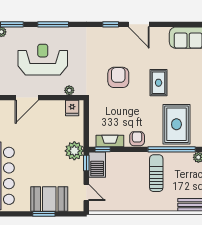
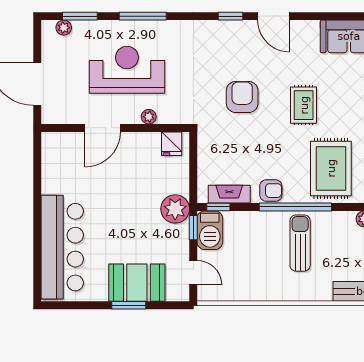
plant: (69, 90) -> (149, 117), moved
armchair: (137, 139) -> (271, 191), turned 90
window: (172, 149) -> (295, 207), moved

